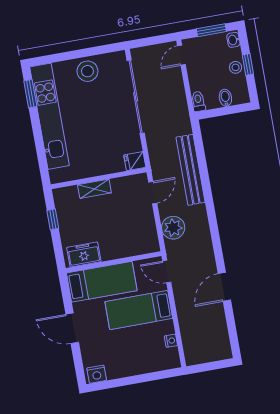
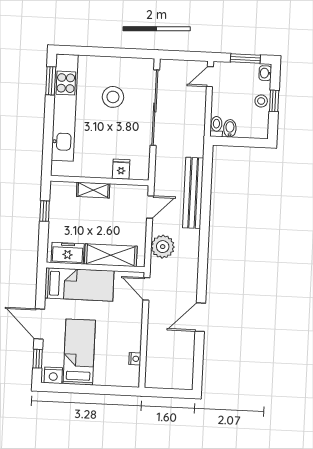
stool: (87, 71) -> (113, 97), moved
bidet: (225, 98) -> (230, 128), moved
fridge: (135, 161) -> (121, 169), moved, turned 90
shelving: (125, 247) -> (111, 255), added
bed: (139, 310) -> (79, 352), moved, turned 90
window: (78, 362) -> (38, 359), added

